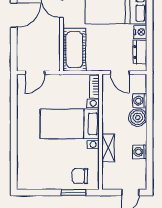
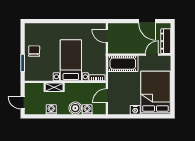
dresser: (140, 52) -> (121, 110), removed
chair: (80, 176) -> (34, 51), moved

